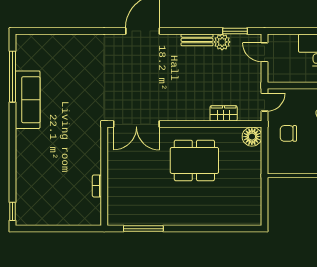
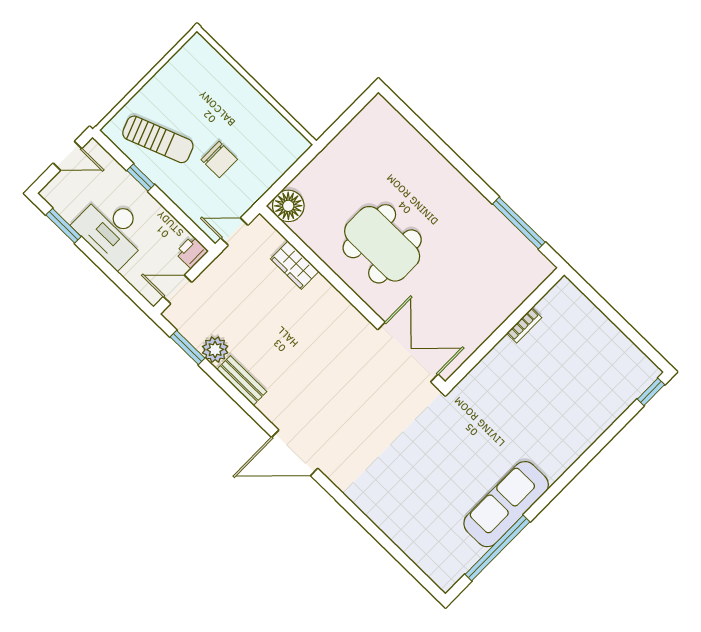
door: (265, 52) -> (178, 289), swing flipped
printer: (274, 75) -> (192, 252), added
chair: (288, 133) -> (219, 160), moved

